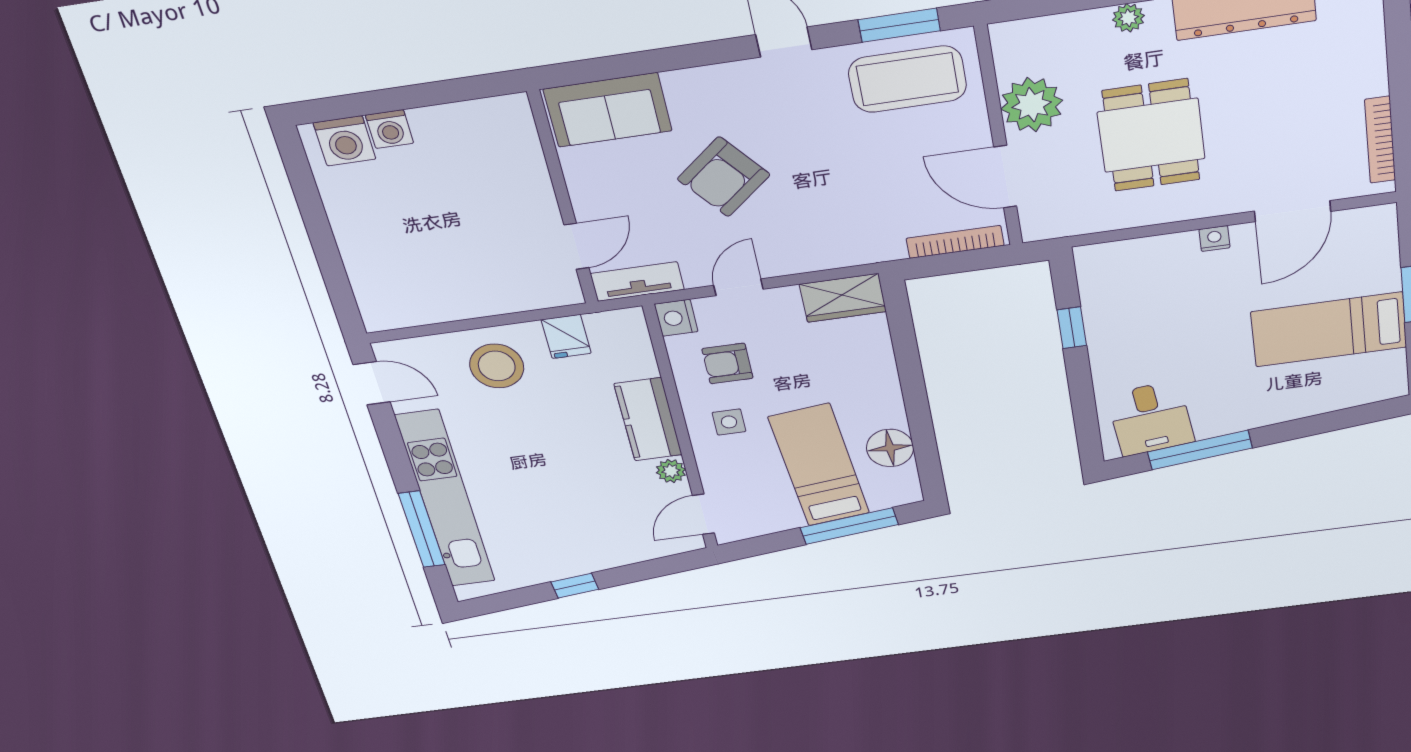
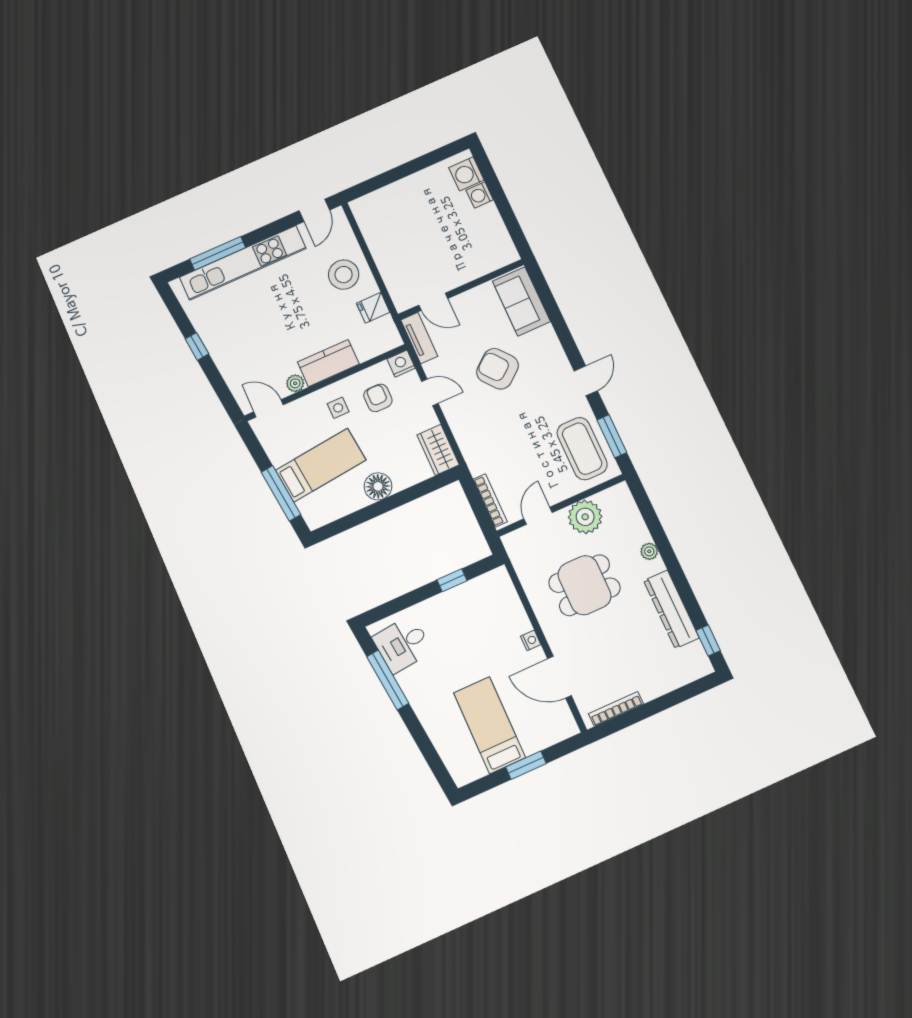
door: (1005, 177) -> (538, 516), width x0.73
floor lamp: (890, 448) -> (378, 486), moved

